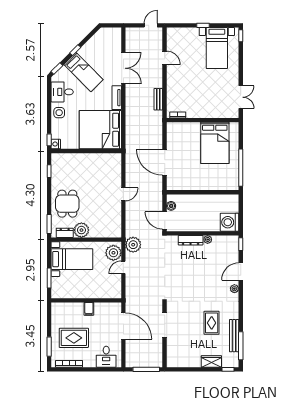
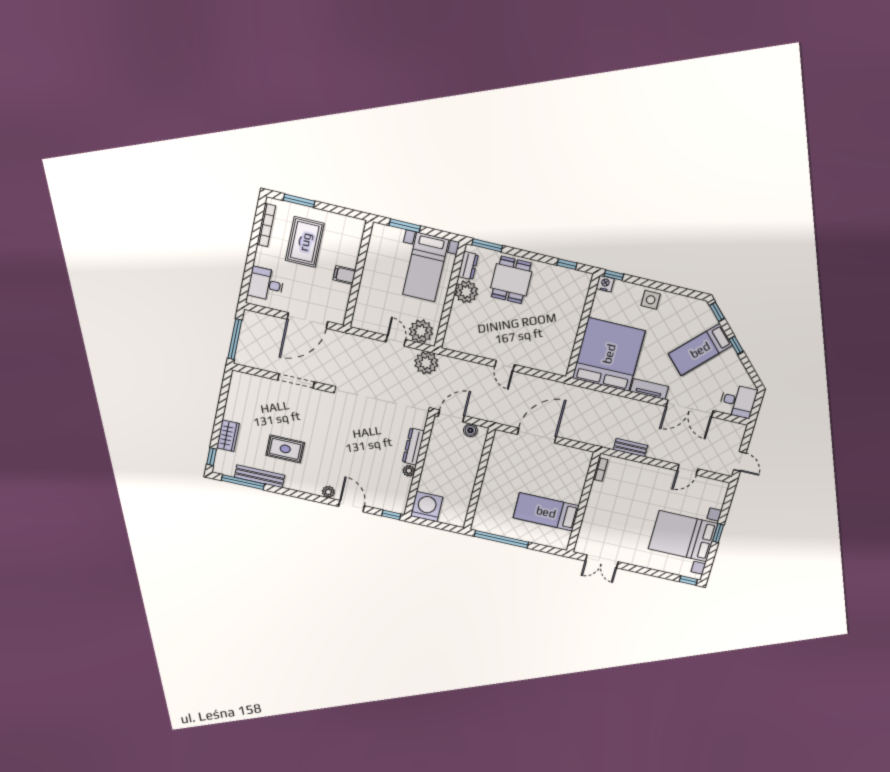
bed with nightstands: (217, 48) -> (683, 536), width x1.36
desk: (62, 92) -> (738, 401), moved, turned 90
bed: (215, 143) -> (546, 512), width x0.67
dining table: (67, 204) -> (511, 280), turned 90

